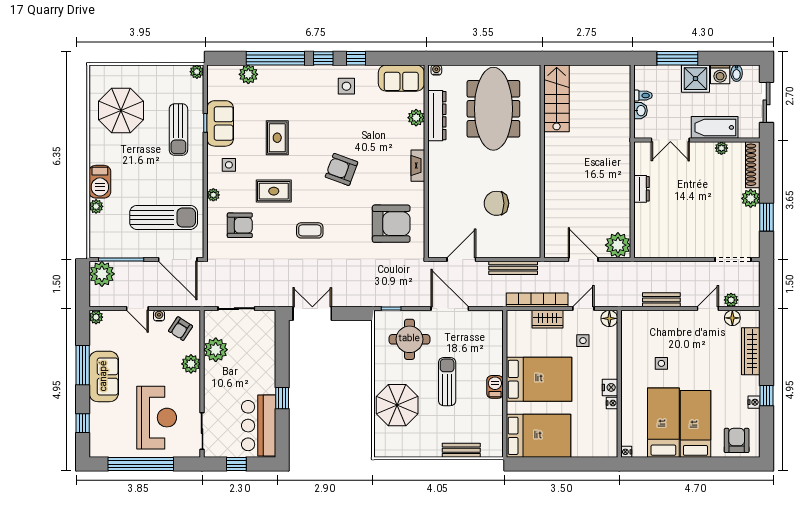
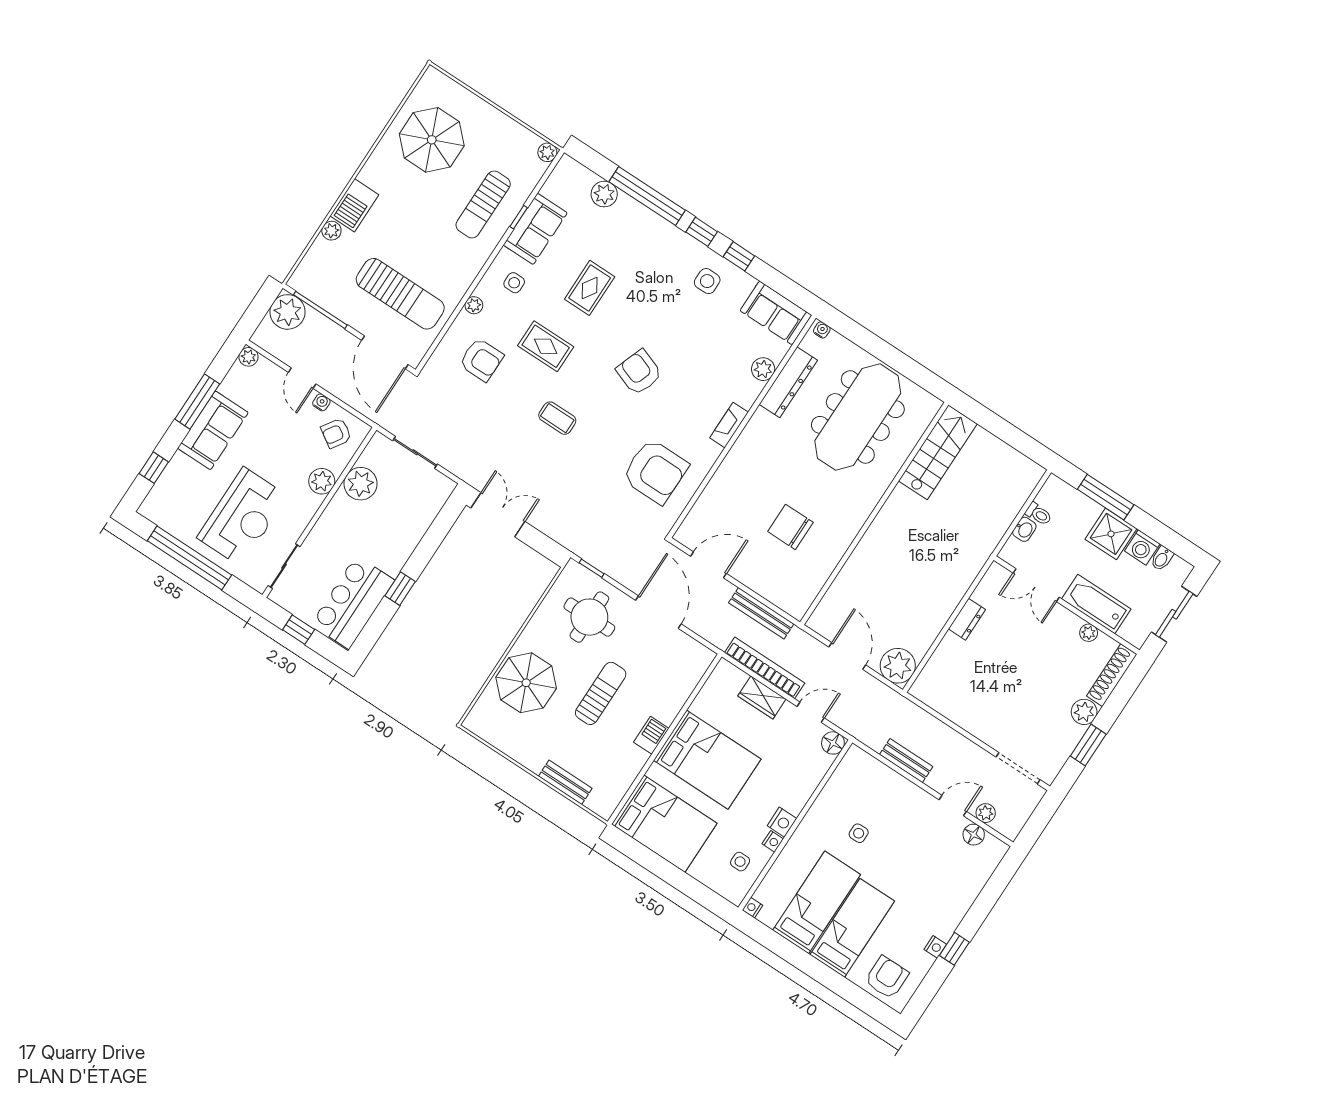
side table: (583, 341) -> (740, 862), moved
wardrobe: (751, 351) -> (970, 886), removed

